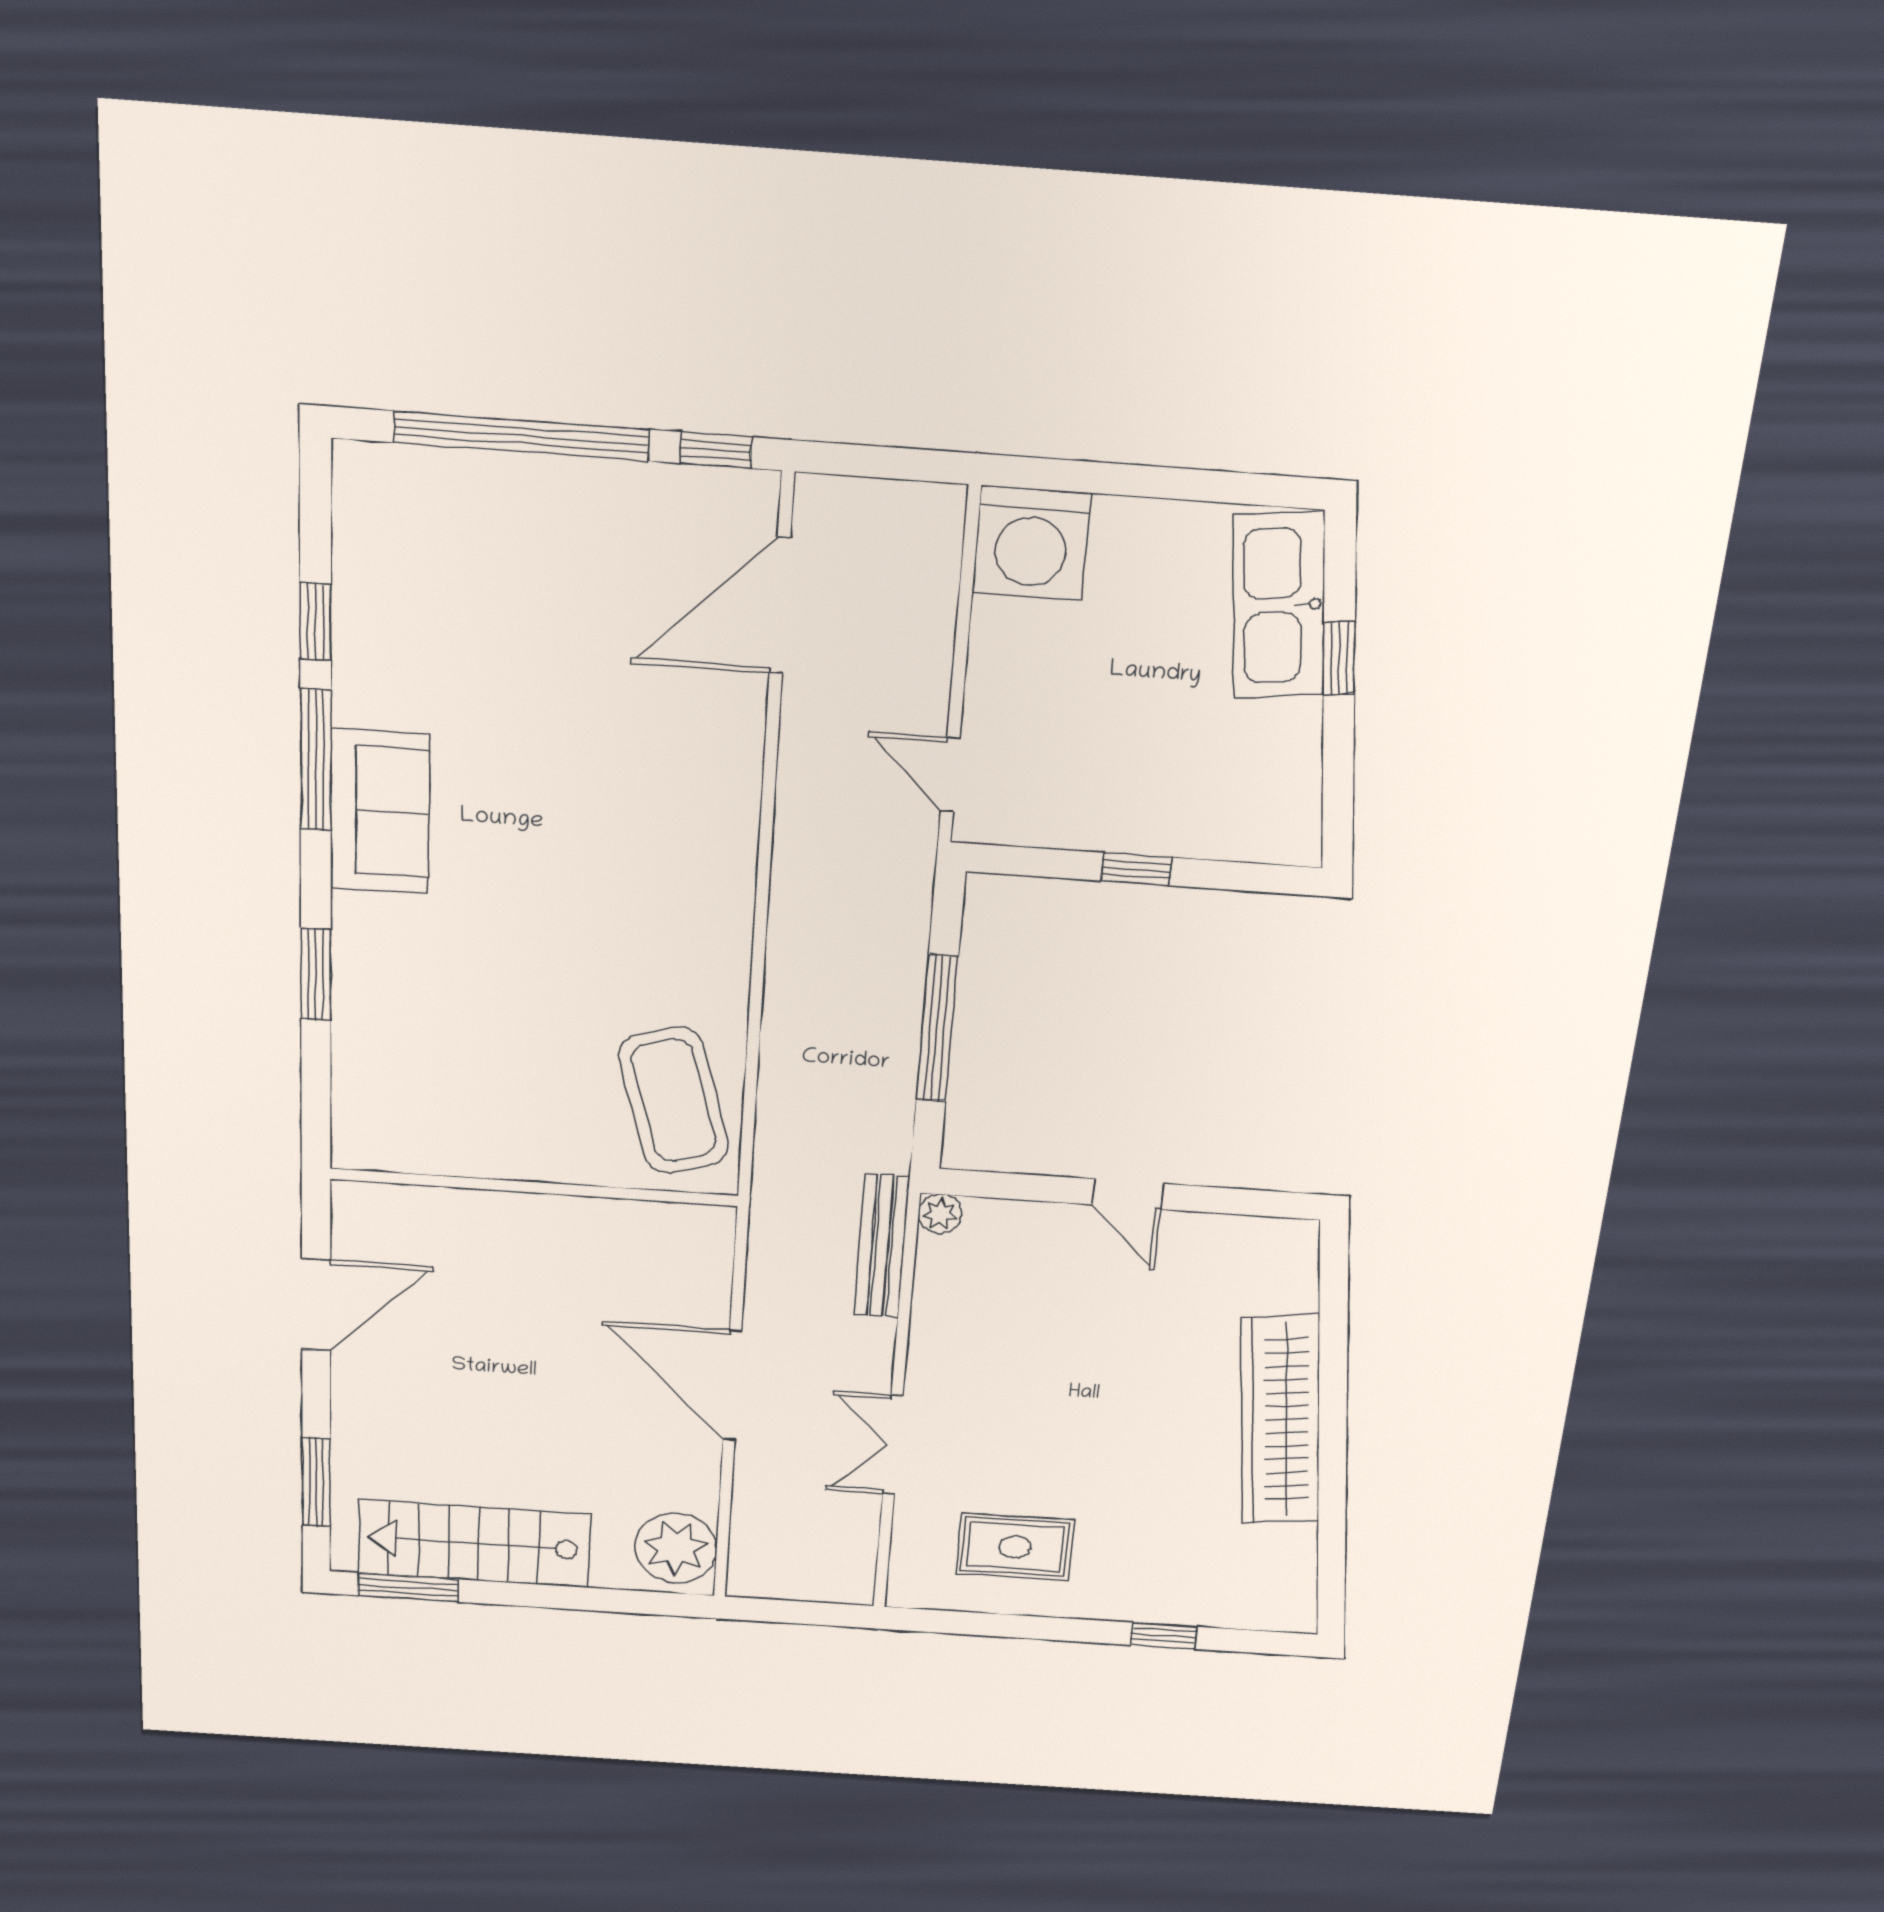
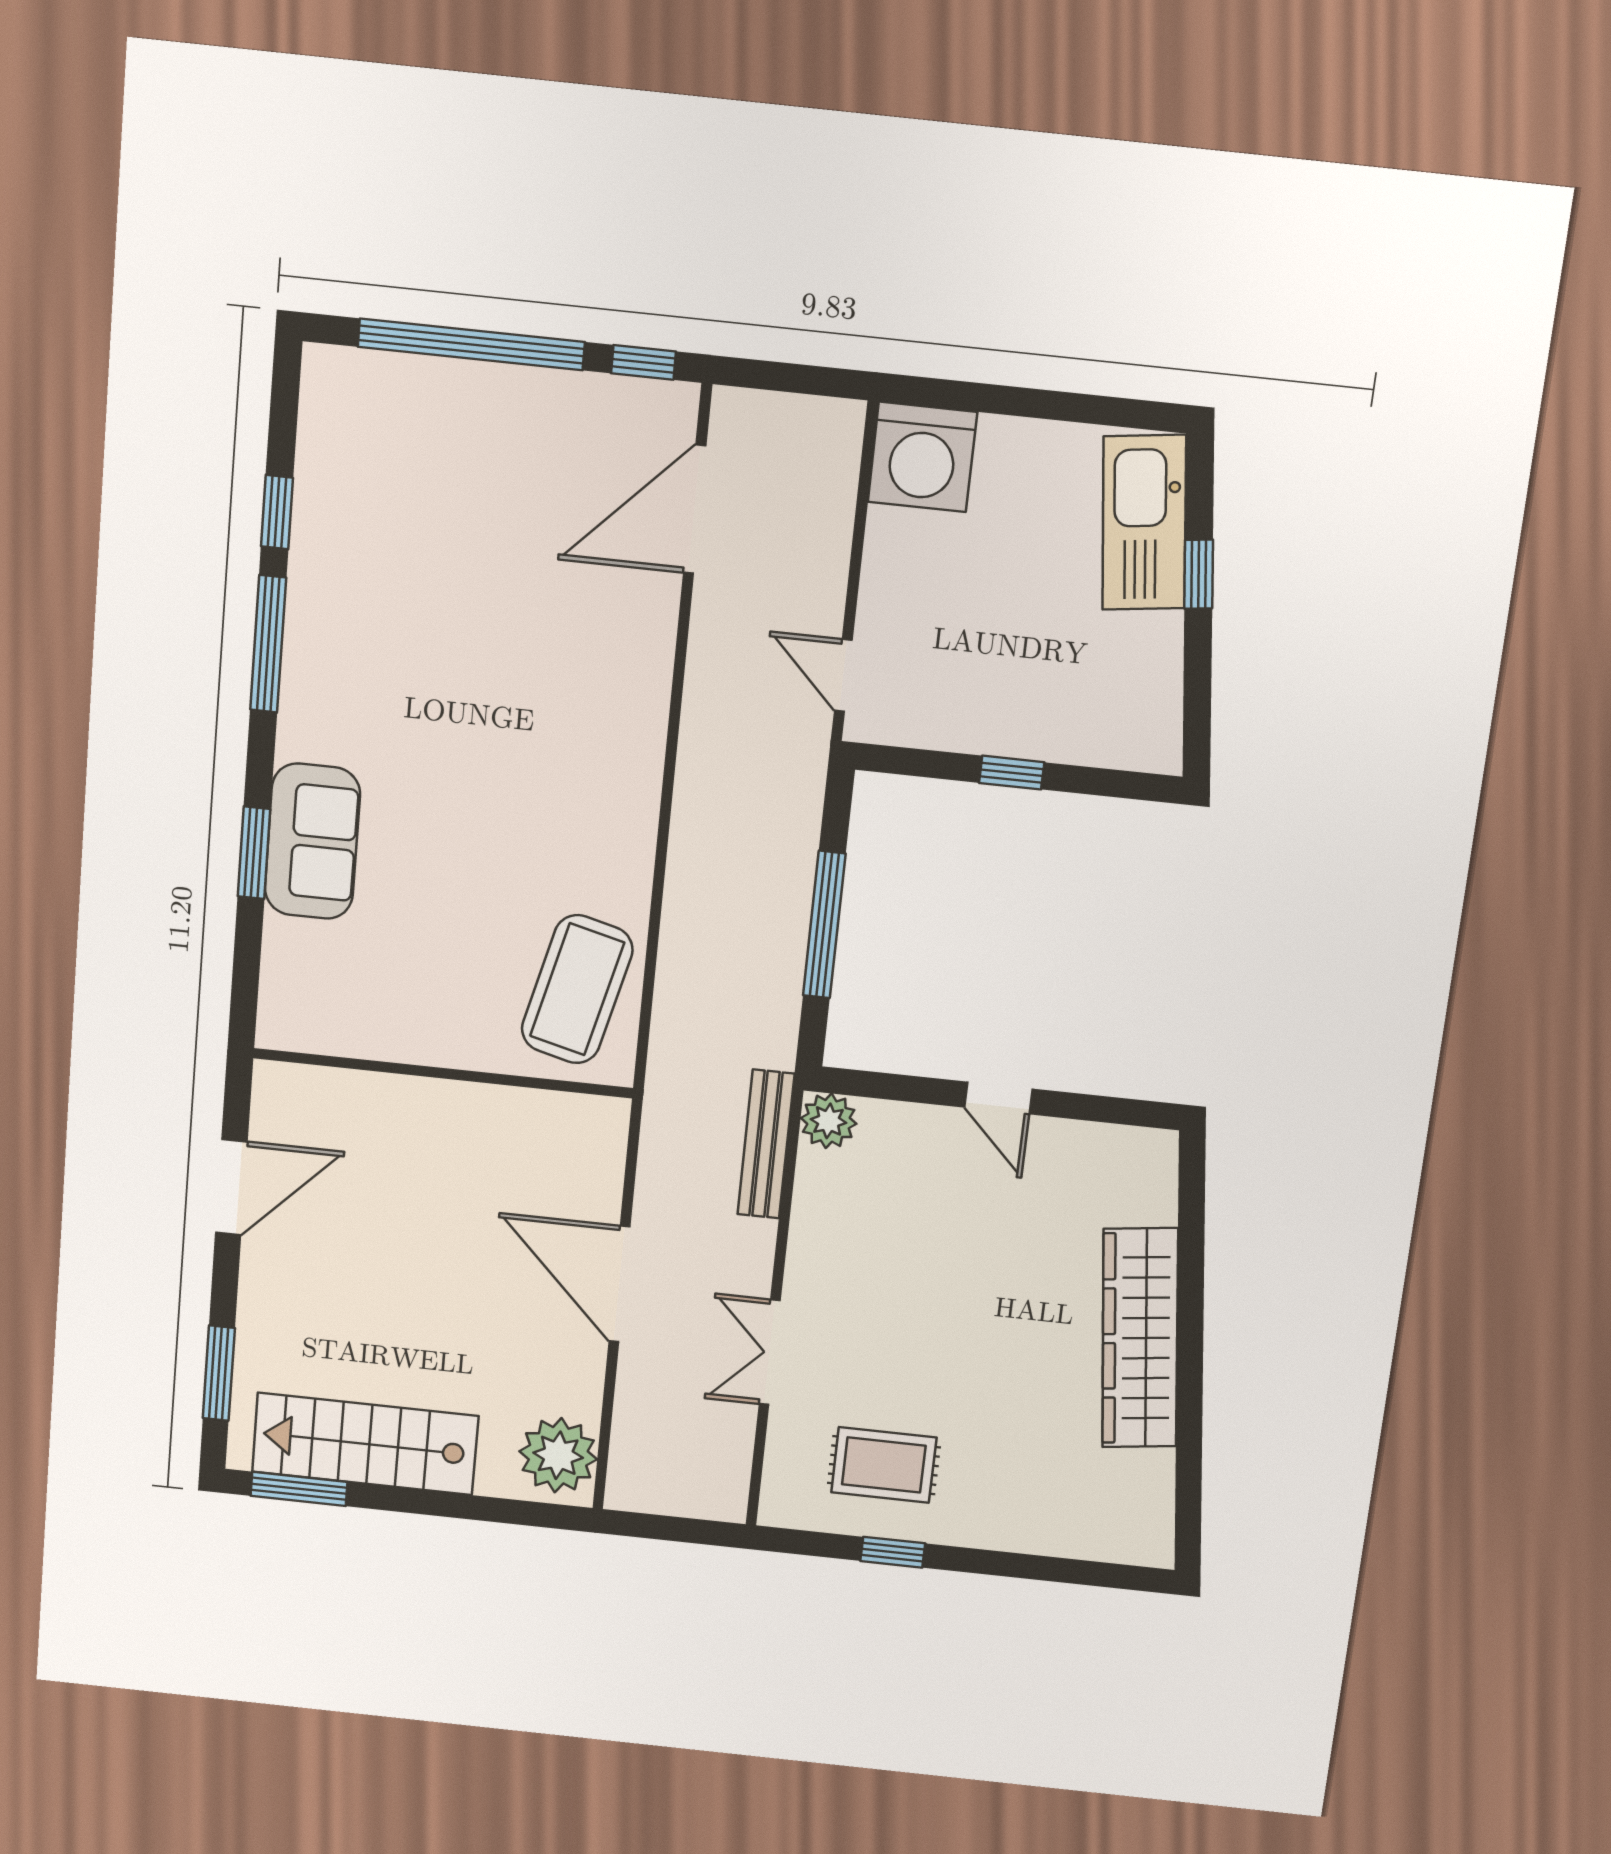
sofa: (380, 812) -> (312, 841), moved
coffee table: (673, 1101) -> (577, 989), turned 30
plant: (940, 1214) -> (829, 1121), width x1.38, depth x1.38
window: (1164, 1636) -> (893, 1552), moved

